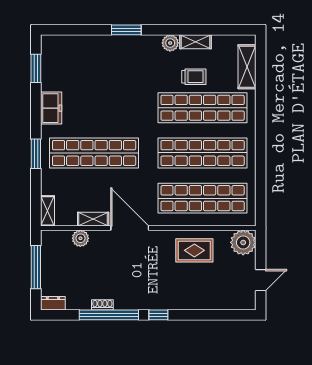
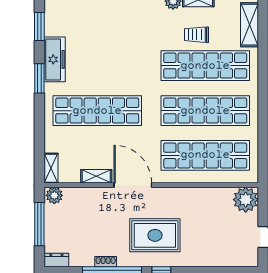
trolley: (194, 77) -> (197, 35), turned 180
freezer: (51, 108) -> (55, 59), width x1.40
window: (36, 154) -> (39, 78), moved
plant: (80, 238) -> (54, 195), moved
rug: (194, 250) -> (155, 235), moved, width x1.36, depth x1.43

